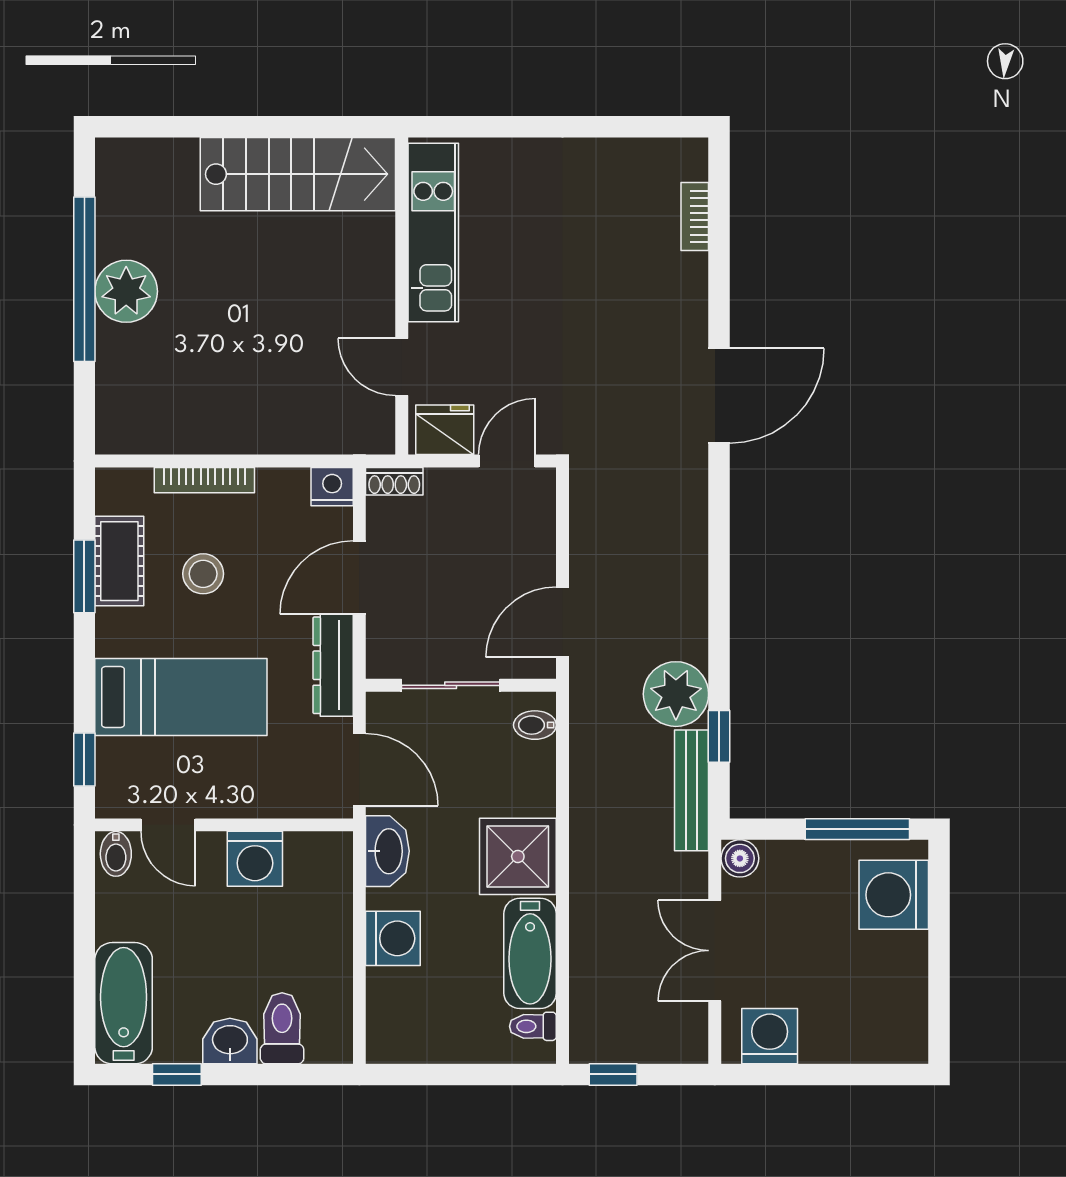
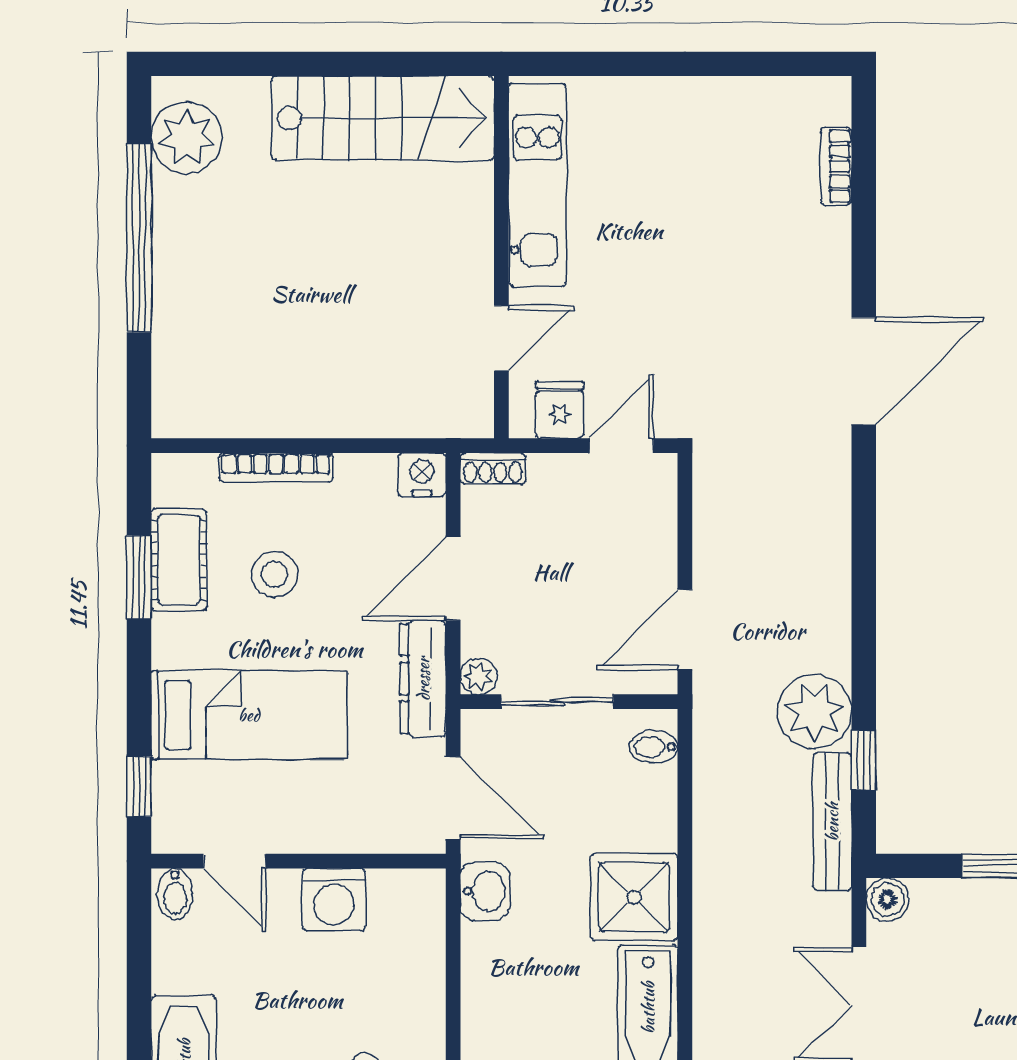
plant: (126, 291) -> (187, 138), moved
door: (402, 367) -> (501, 338), swing flipped
fridge: (445, 430) -> (560, 410), width x0.72
plant: (382, 663) -> (478, 676), added
washbasin: (387, 851) -> (485, 891), width x0.72
washing machine: (393, 938) -> (491, 991), removed

